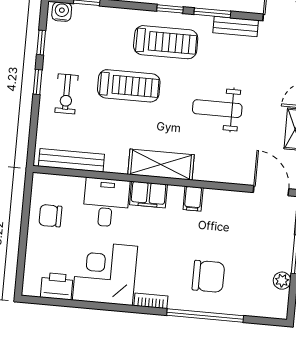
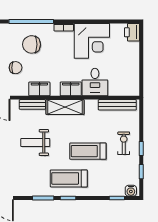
bench: (236, 26) -> (32, 104), moved
weight bench: (217, 109) -> (35, 143), turned 180
filing cabinet: (193, 199) -> (39, 89), width x2.00
chair: (50, 216) -> (16, 68), moved
printer: (57, 286) -> (132, 32), moved, turned 90

